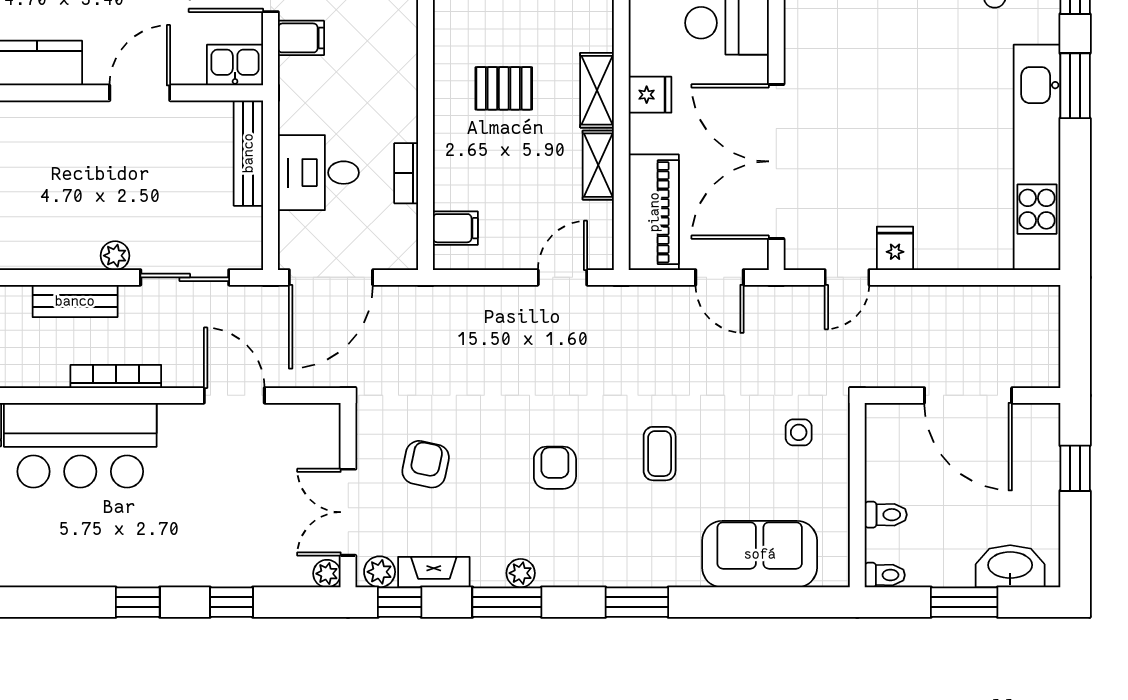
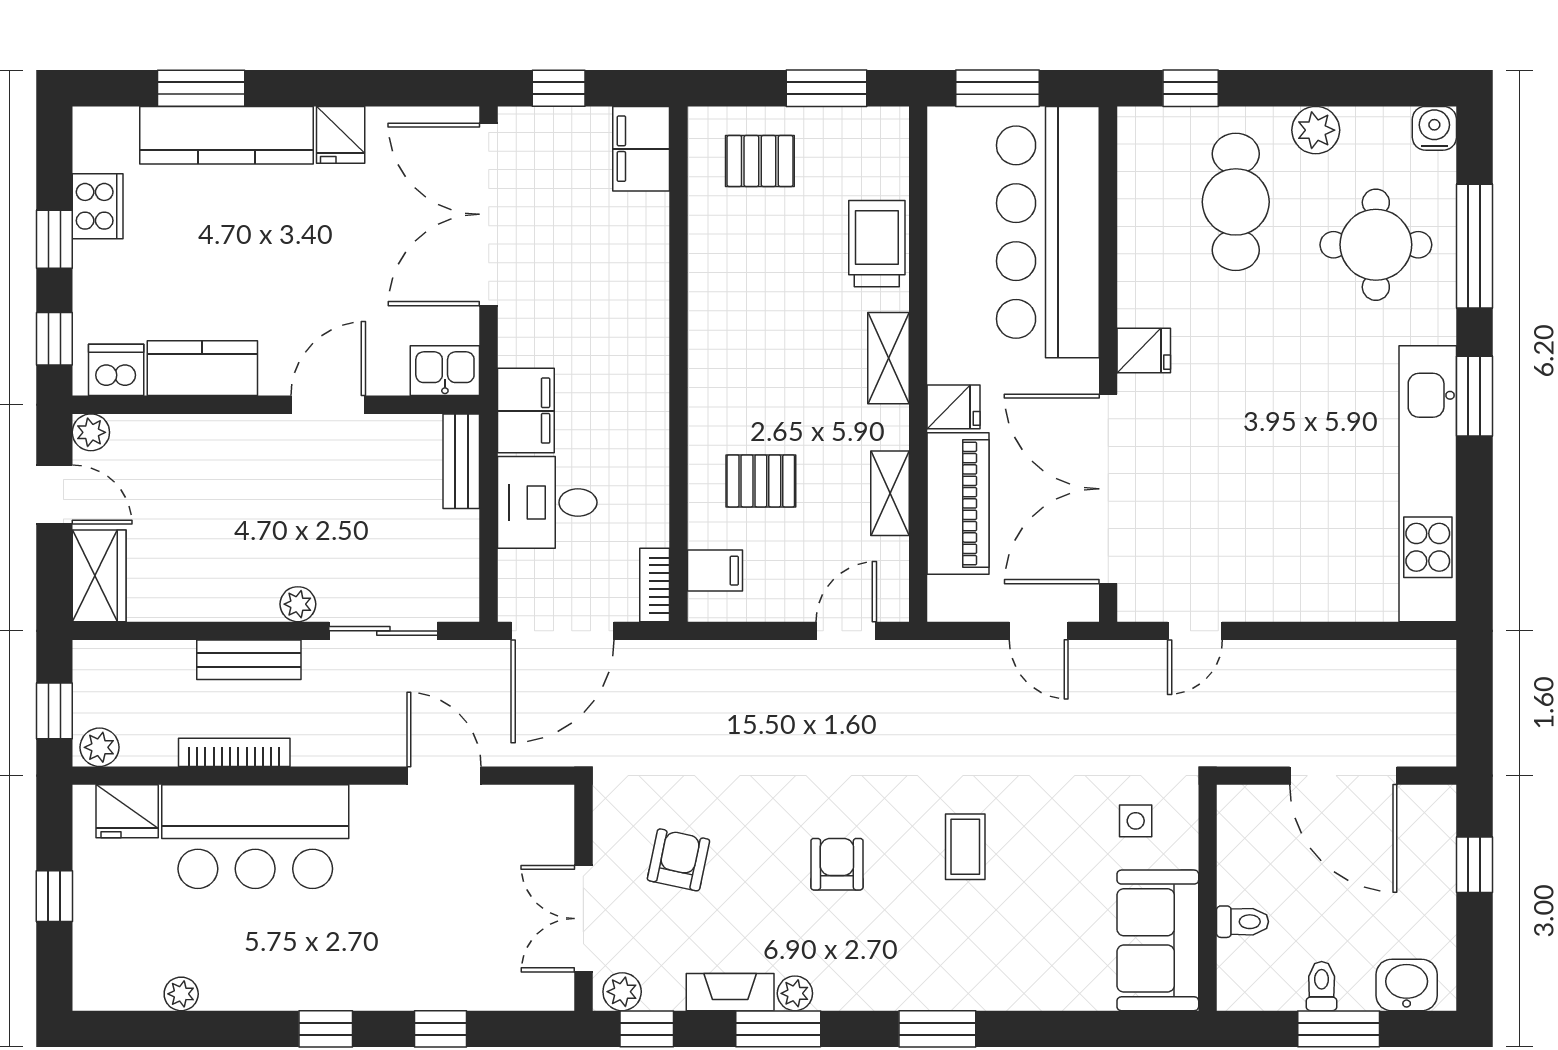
filing cabinet: (301, 38) -> (526, 411), moved, width x2.00
pallet: (504, 88) -> (761, 481), moved
shelving: (597, 90) -> (888, 358), moved
bench: (248, 153) -> (461, 461), width x0.73
bookcase: (406, 173) -> (655, 585), moved
piano: (654, 212) -> (958, 503), moved
fridge: (895, 248) -> (1144, 351), moved, turned 90
bookcase: (116, 376) -> (234, 752), moved
sofa: (760, 554) -> (1158, 940), moved, turned -90
washbasin: (1010, 566) -> (1407, 985), width x0.72
fireplace: (434, 572) -> (730, 992), moved
plant: (327, 574) -> (181, 994), moved
toilet: (885, 575) -> (1322, 986), moved, turned -90

